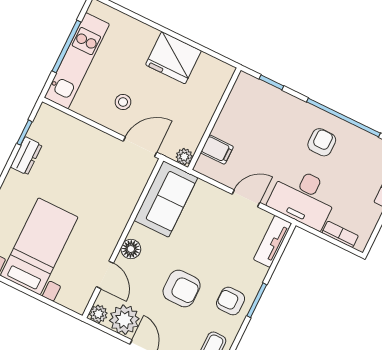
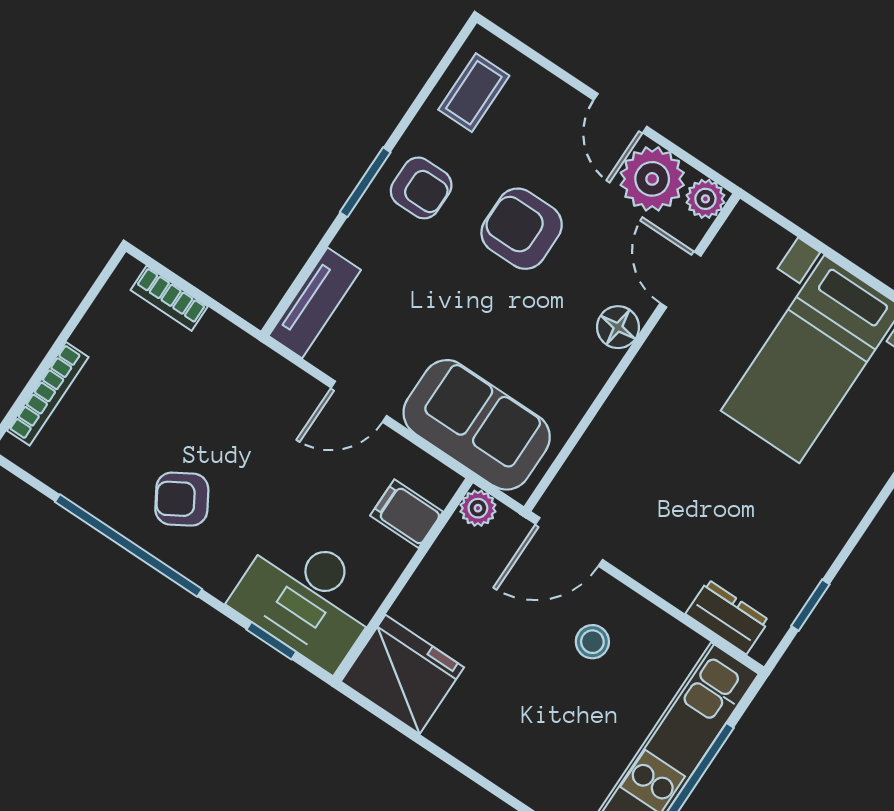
fridge: (173, 58) -> (402, 674), moved
armchair: (322, 142) -> (182, 499), turned 59
dresser: (26, 156) -> (727, 617), moved, turned 90
desk: (303, 197) -> (307, 598), moved, turned 180
sofa: (166, 199) -> (477, 425), moved, turned 90

